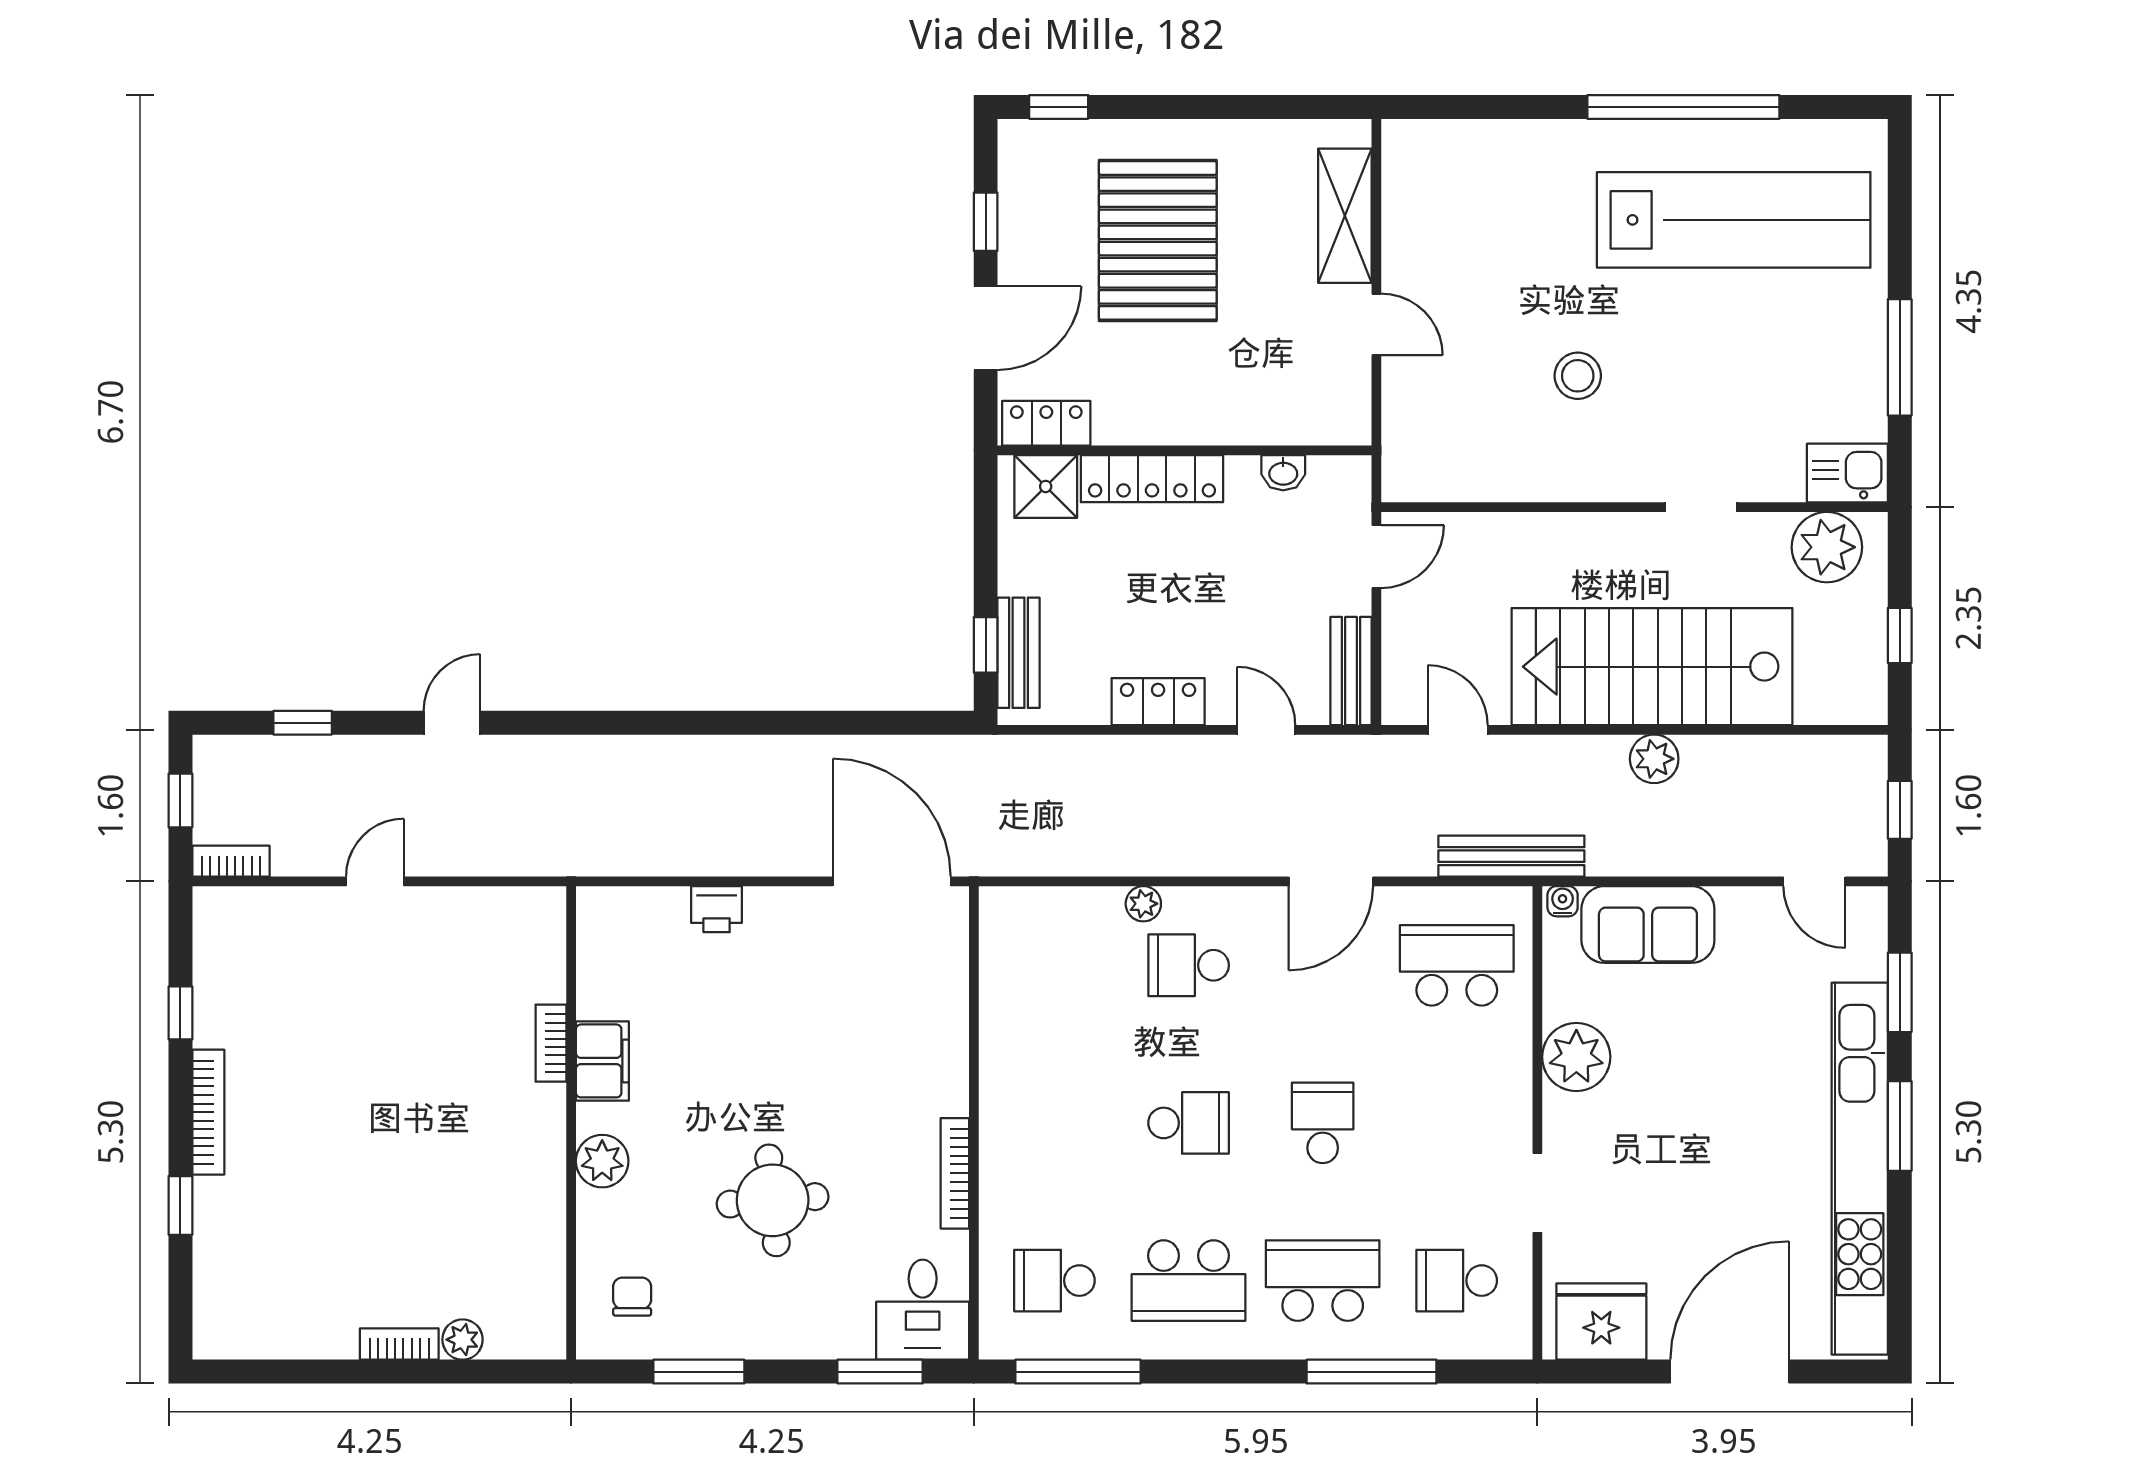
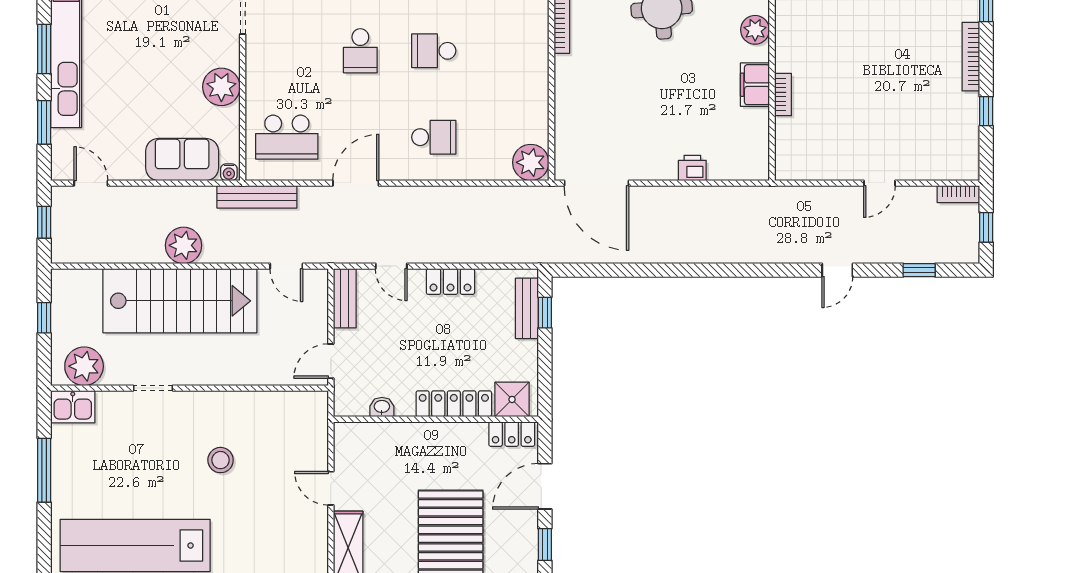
plant: (1654, 759) -> (184, 245), width x1.36, depth x1.36
plant: (1143, 904) -> (531, 162), moved, width x1.87, depth x1.87

